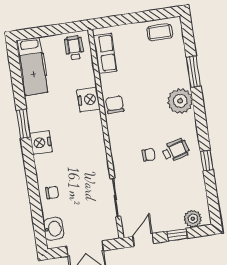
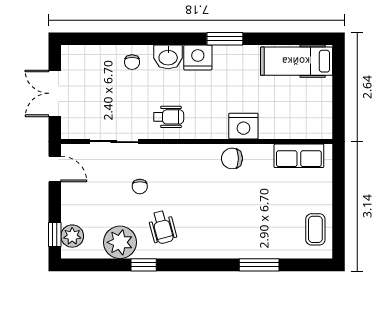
wheelchair: (74, 48) -> (169, 117), moved
plant: (180, 101) -> (120, 242), moved
chair: (115, 105) -> (232, 158), turned 180
chair: (149, 155) -> (140, 186), moved
washbasin: (53, 229) -> (168, 57), moved
window: (177, 235) -> (55, 235), moved

